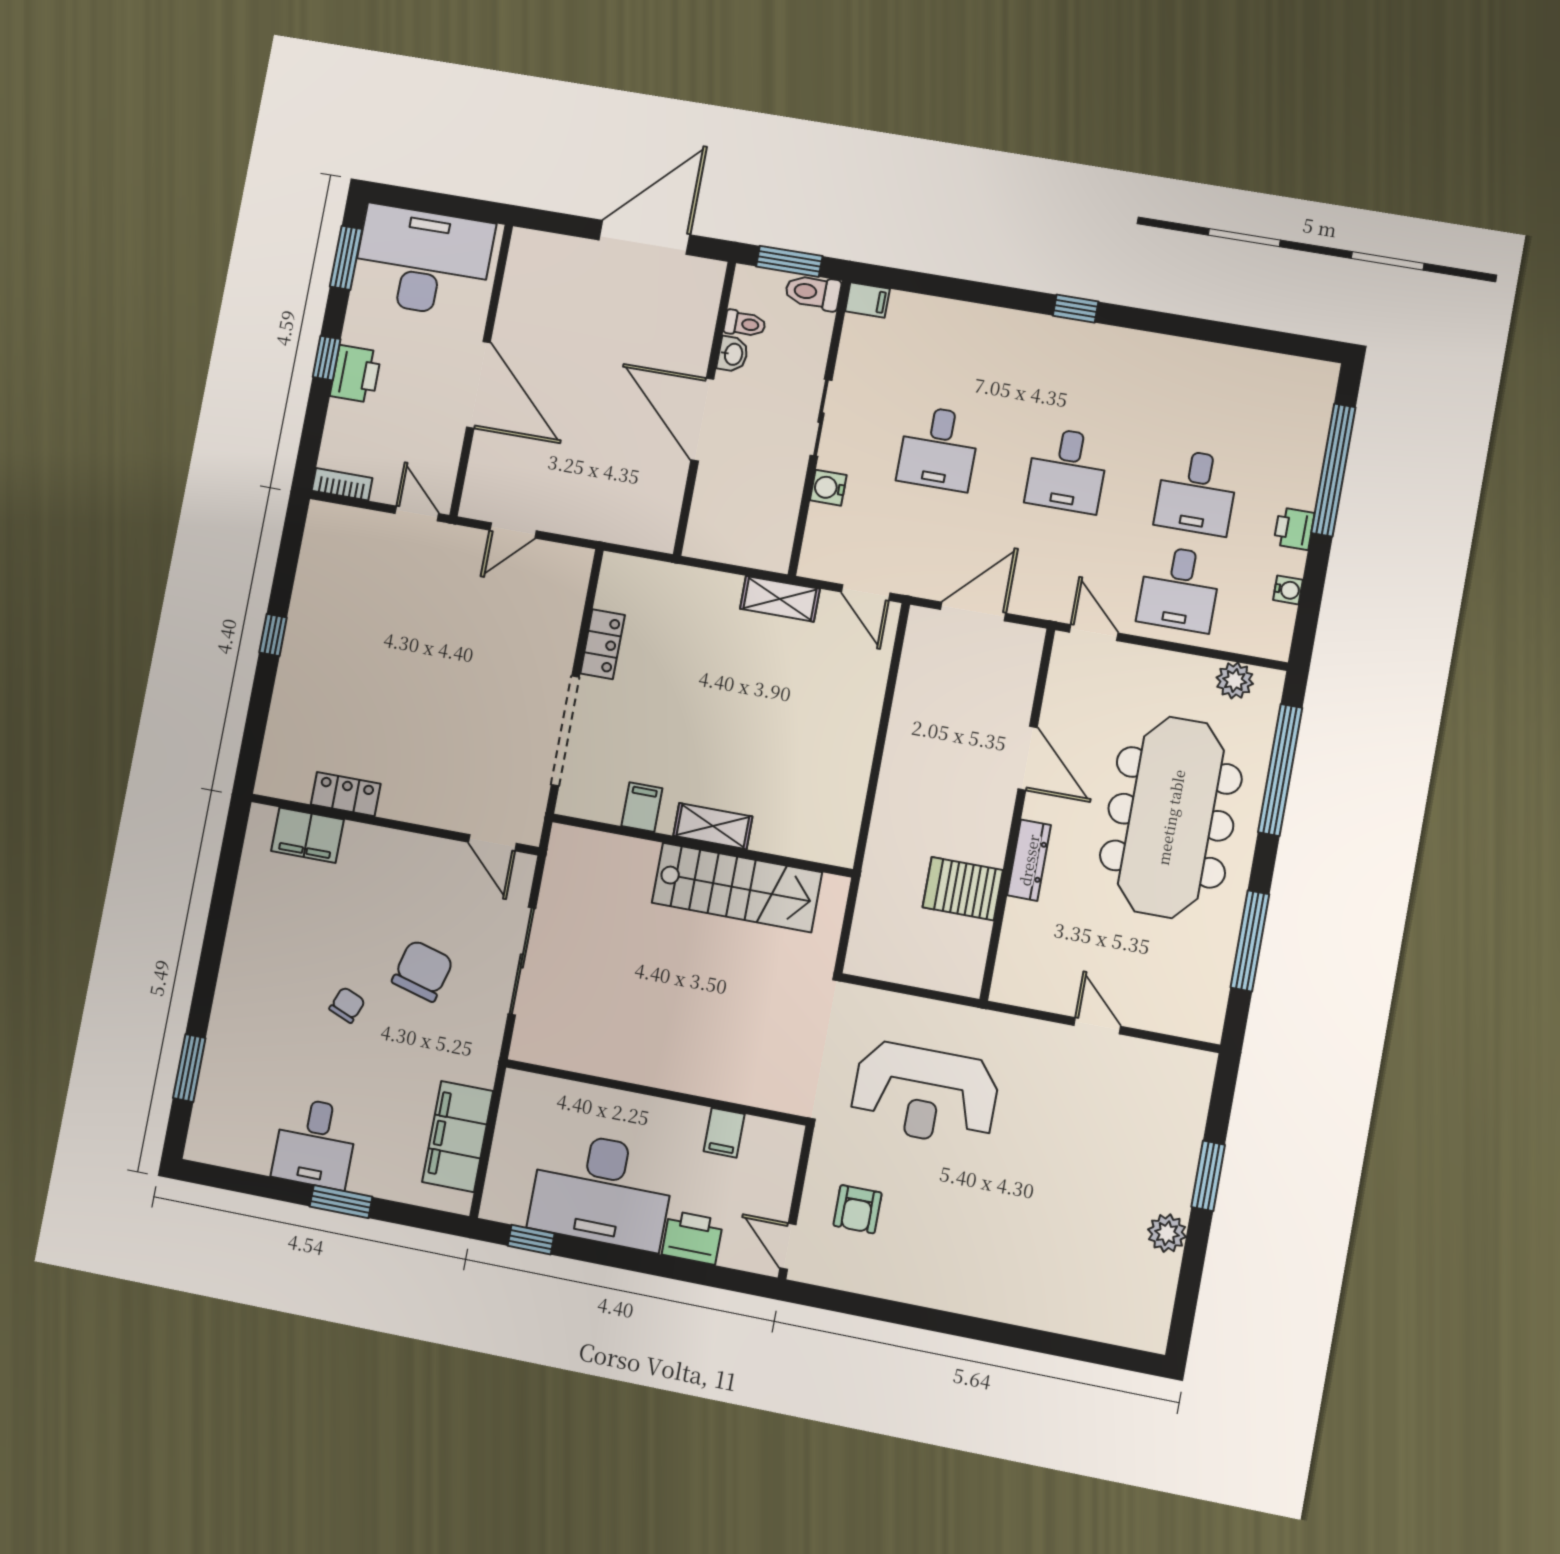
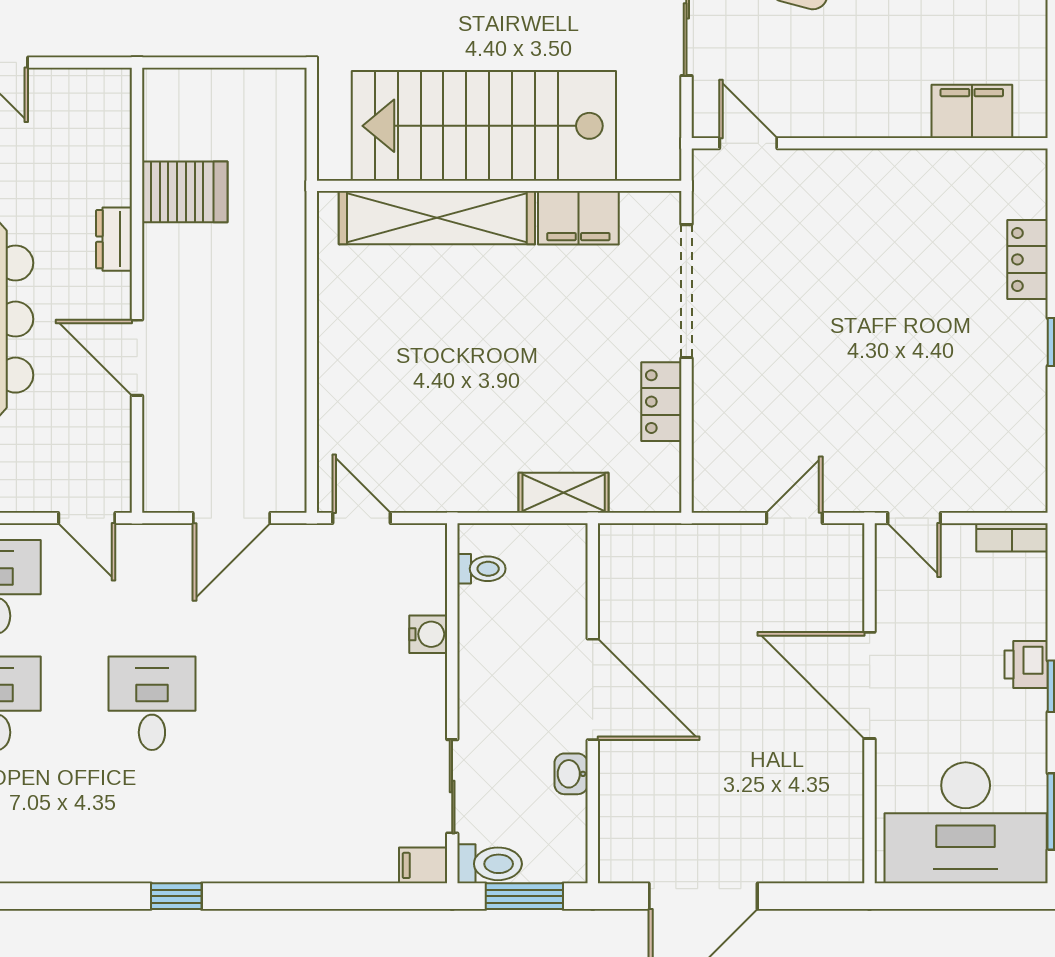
toilet: (745, 324) -> (481, 569), moved, turned 180
printer: (356, 374) -> (1026, 664), width x0.73, depth x0.81
sliding door: (821, 418) -> (452, 786), moved
desk: (939, 448) -> (307, 703), removed
shelving: (780, 599) -> (564, 493), moved
locker: (346, 794) -> (1027, 259), moved, turned 90
filing cabinet: (642, 807) -> (578, 218), width x2.00
shelving: (713, 826) -> (437, 218), width x2.20, depth x1.33
dresser: (1029, 860) -> (114, 239), width x0.70
stairs: (737, 888) -> (484, 126), width x1.36, depth x1.51

